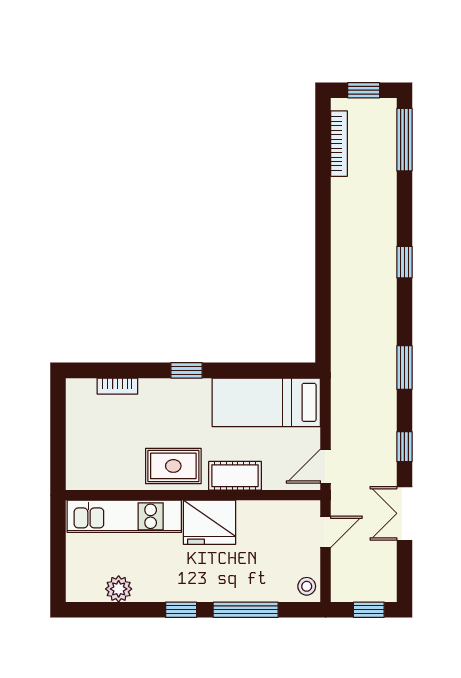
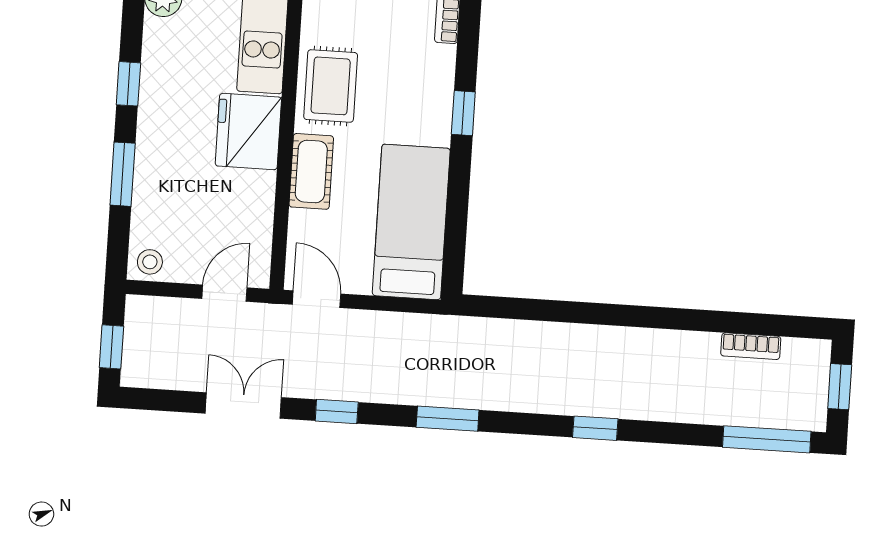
bookcase: (339, 144) -> (751, 346), width x0.64
door: (325, 532) -> (224, 293), swing flipped
window: (246, 610) -> (123, 174), width x0.69

